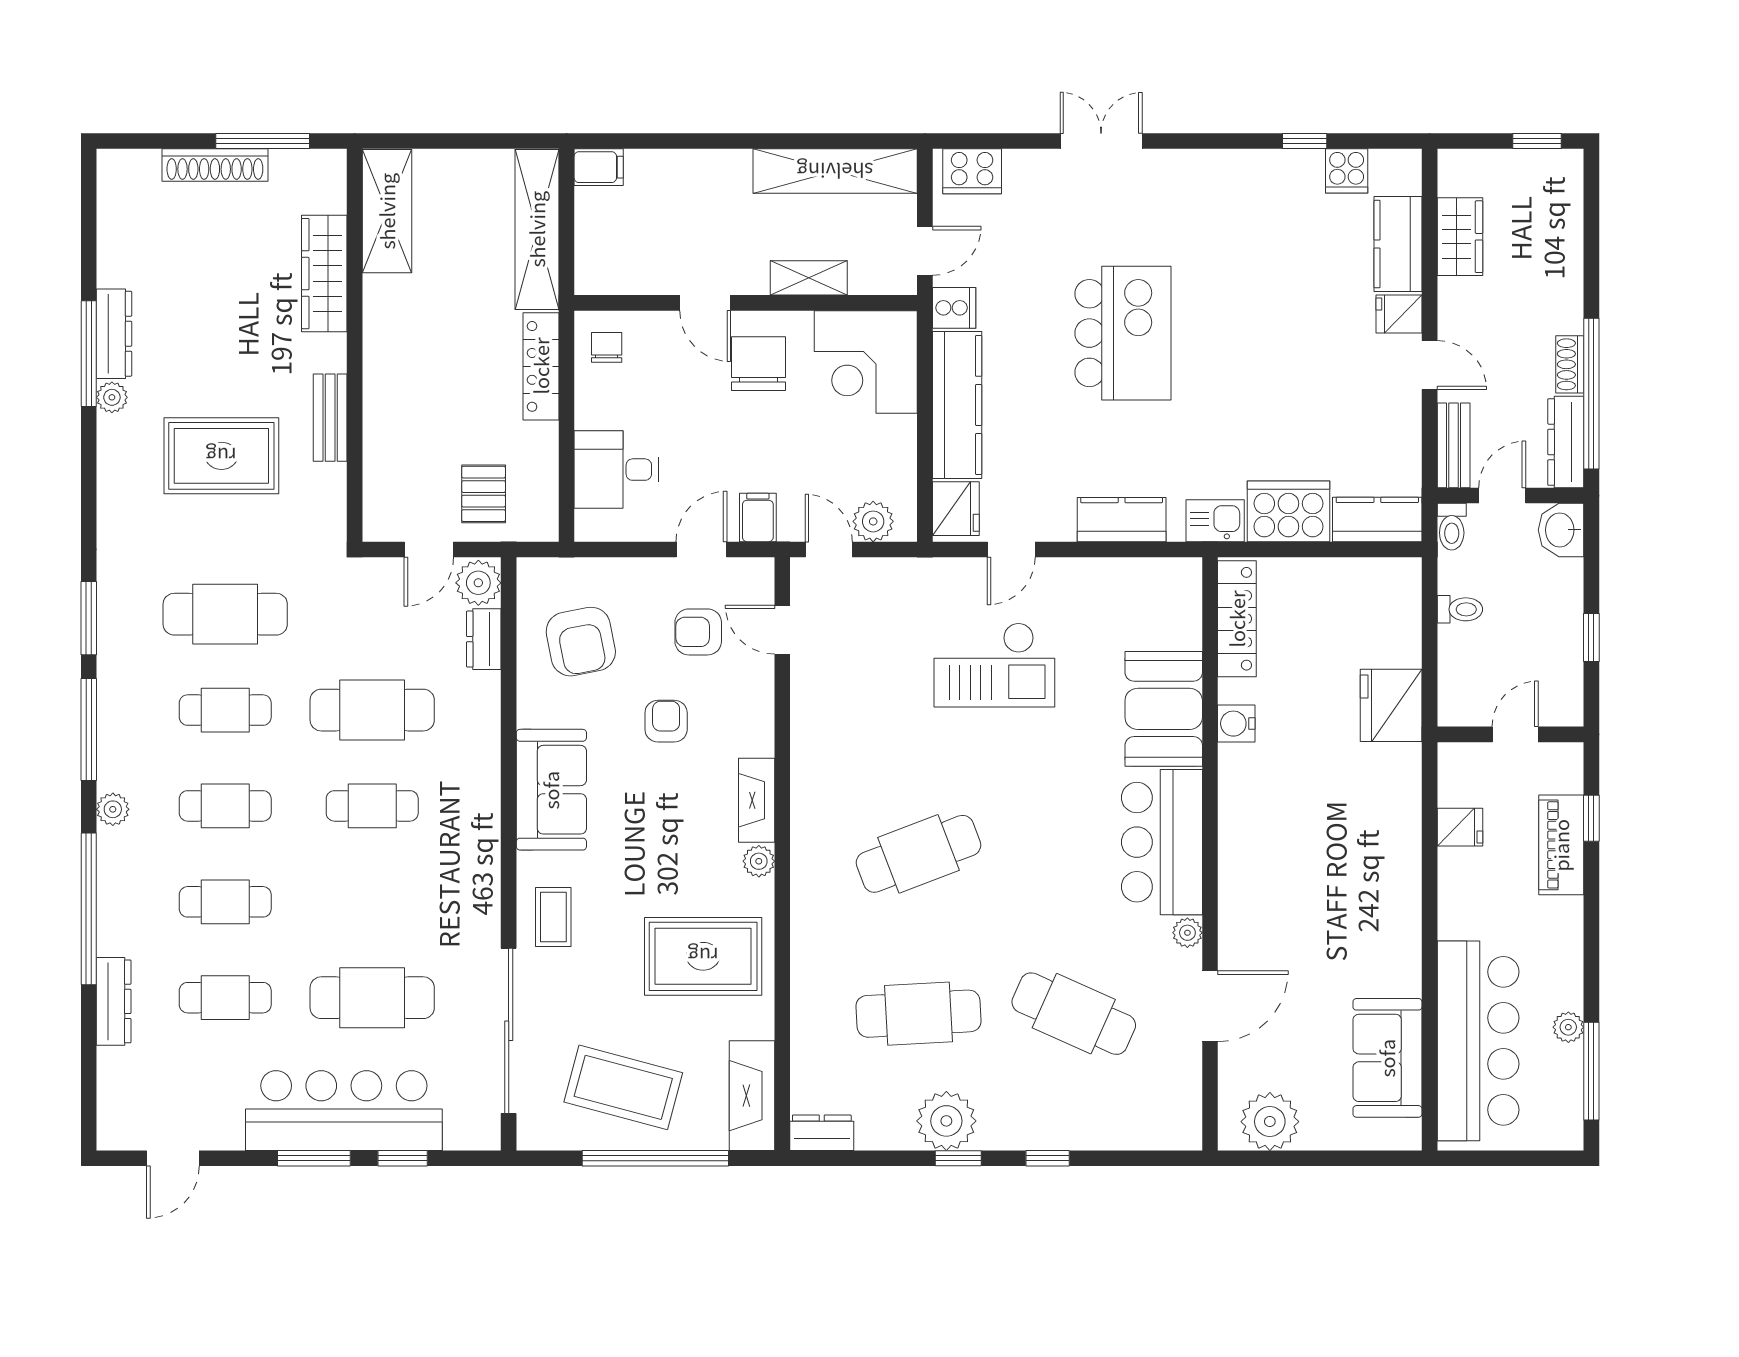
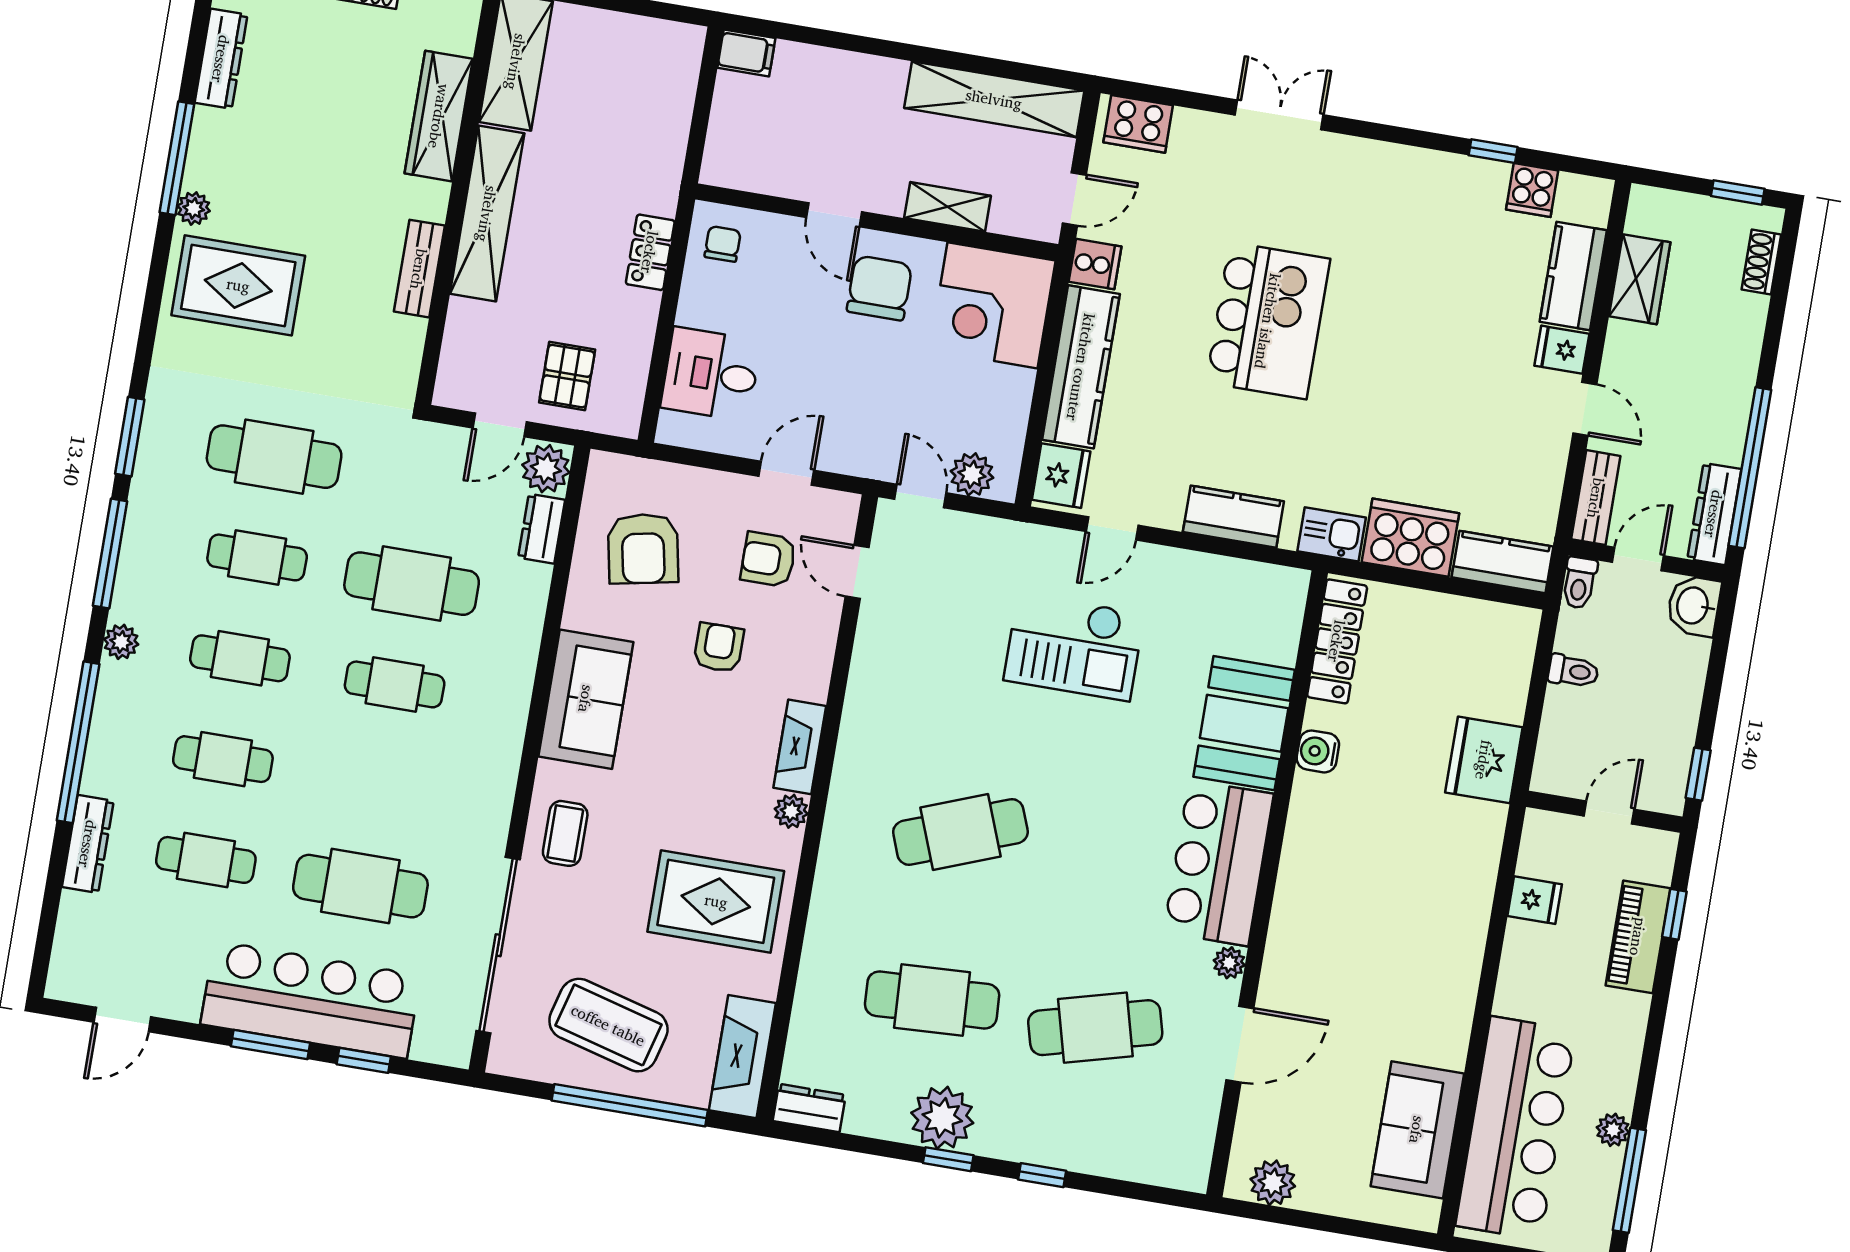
shelving: (537, 229) -> (487, 214), moved
dresser: (114, 334) -> (221, 59), moved
shoe rack: (1570, 364) -> (1761, 262), moved
locker: (541, 366) -> (650, 252), width x0.66
rug: (221, 456) -> (238, 285), moved
filing cabinet: (758, 518) -> (851, 450), removed
window: (1591, 638) -> (1698, 774), moved
cafe table: (1074, 1014) -> (1095, 1028), turned -39
plant: (1270, 1122) -> (1273, 1183), width x0.73, depth x0.73

